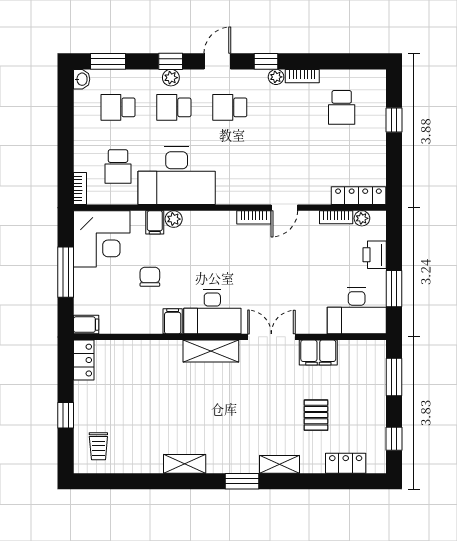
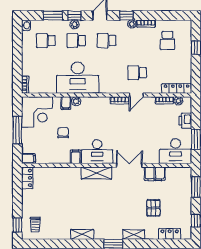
window: (108, 61) -> (53, 16), moved
school desk: (118, 167) -> (137, 73), moved, turned 90
window: (66, 415) -> (17, 225), moved

